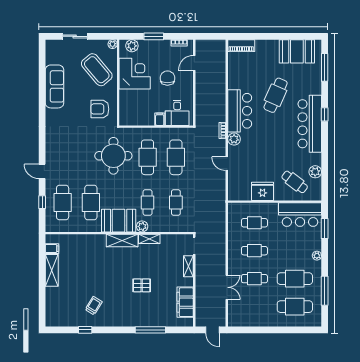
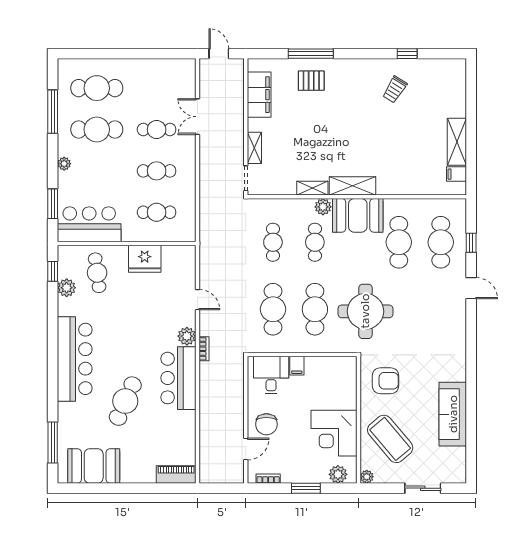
chair: (167, 78) -> (266, 424), moved
window: (325, 114) -> (53, 271), moved
cafe table: (295, 182) -> (97, 273), turned 45
pallet: (142, 285) -> (311, 81), moved

